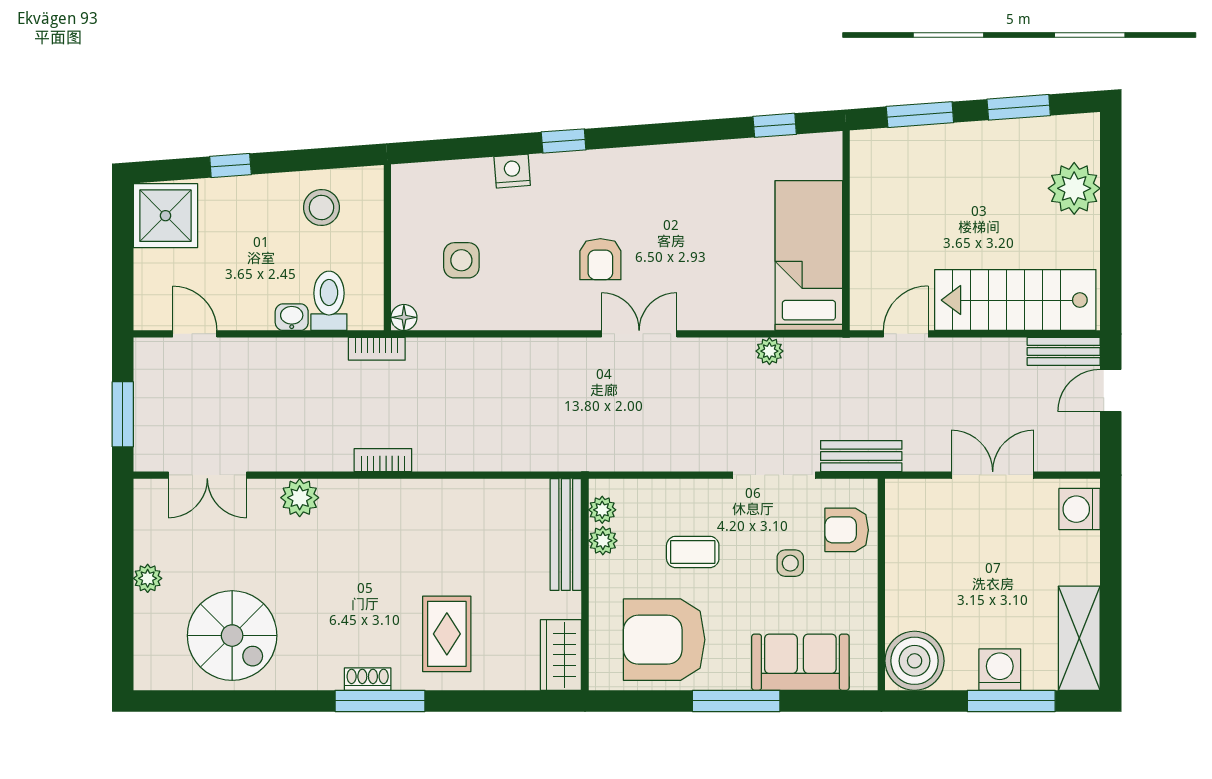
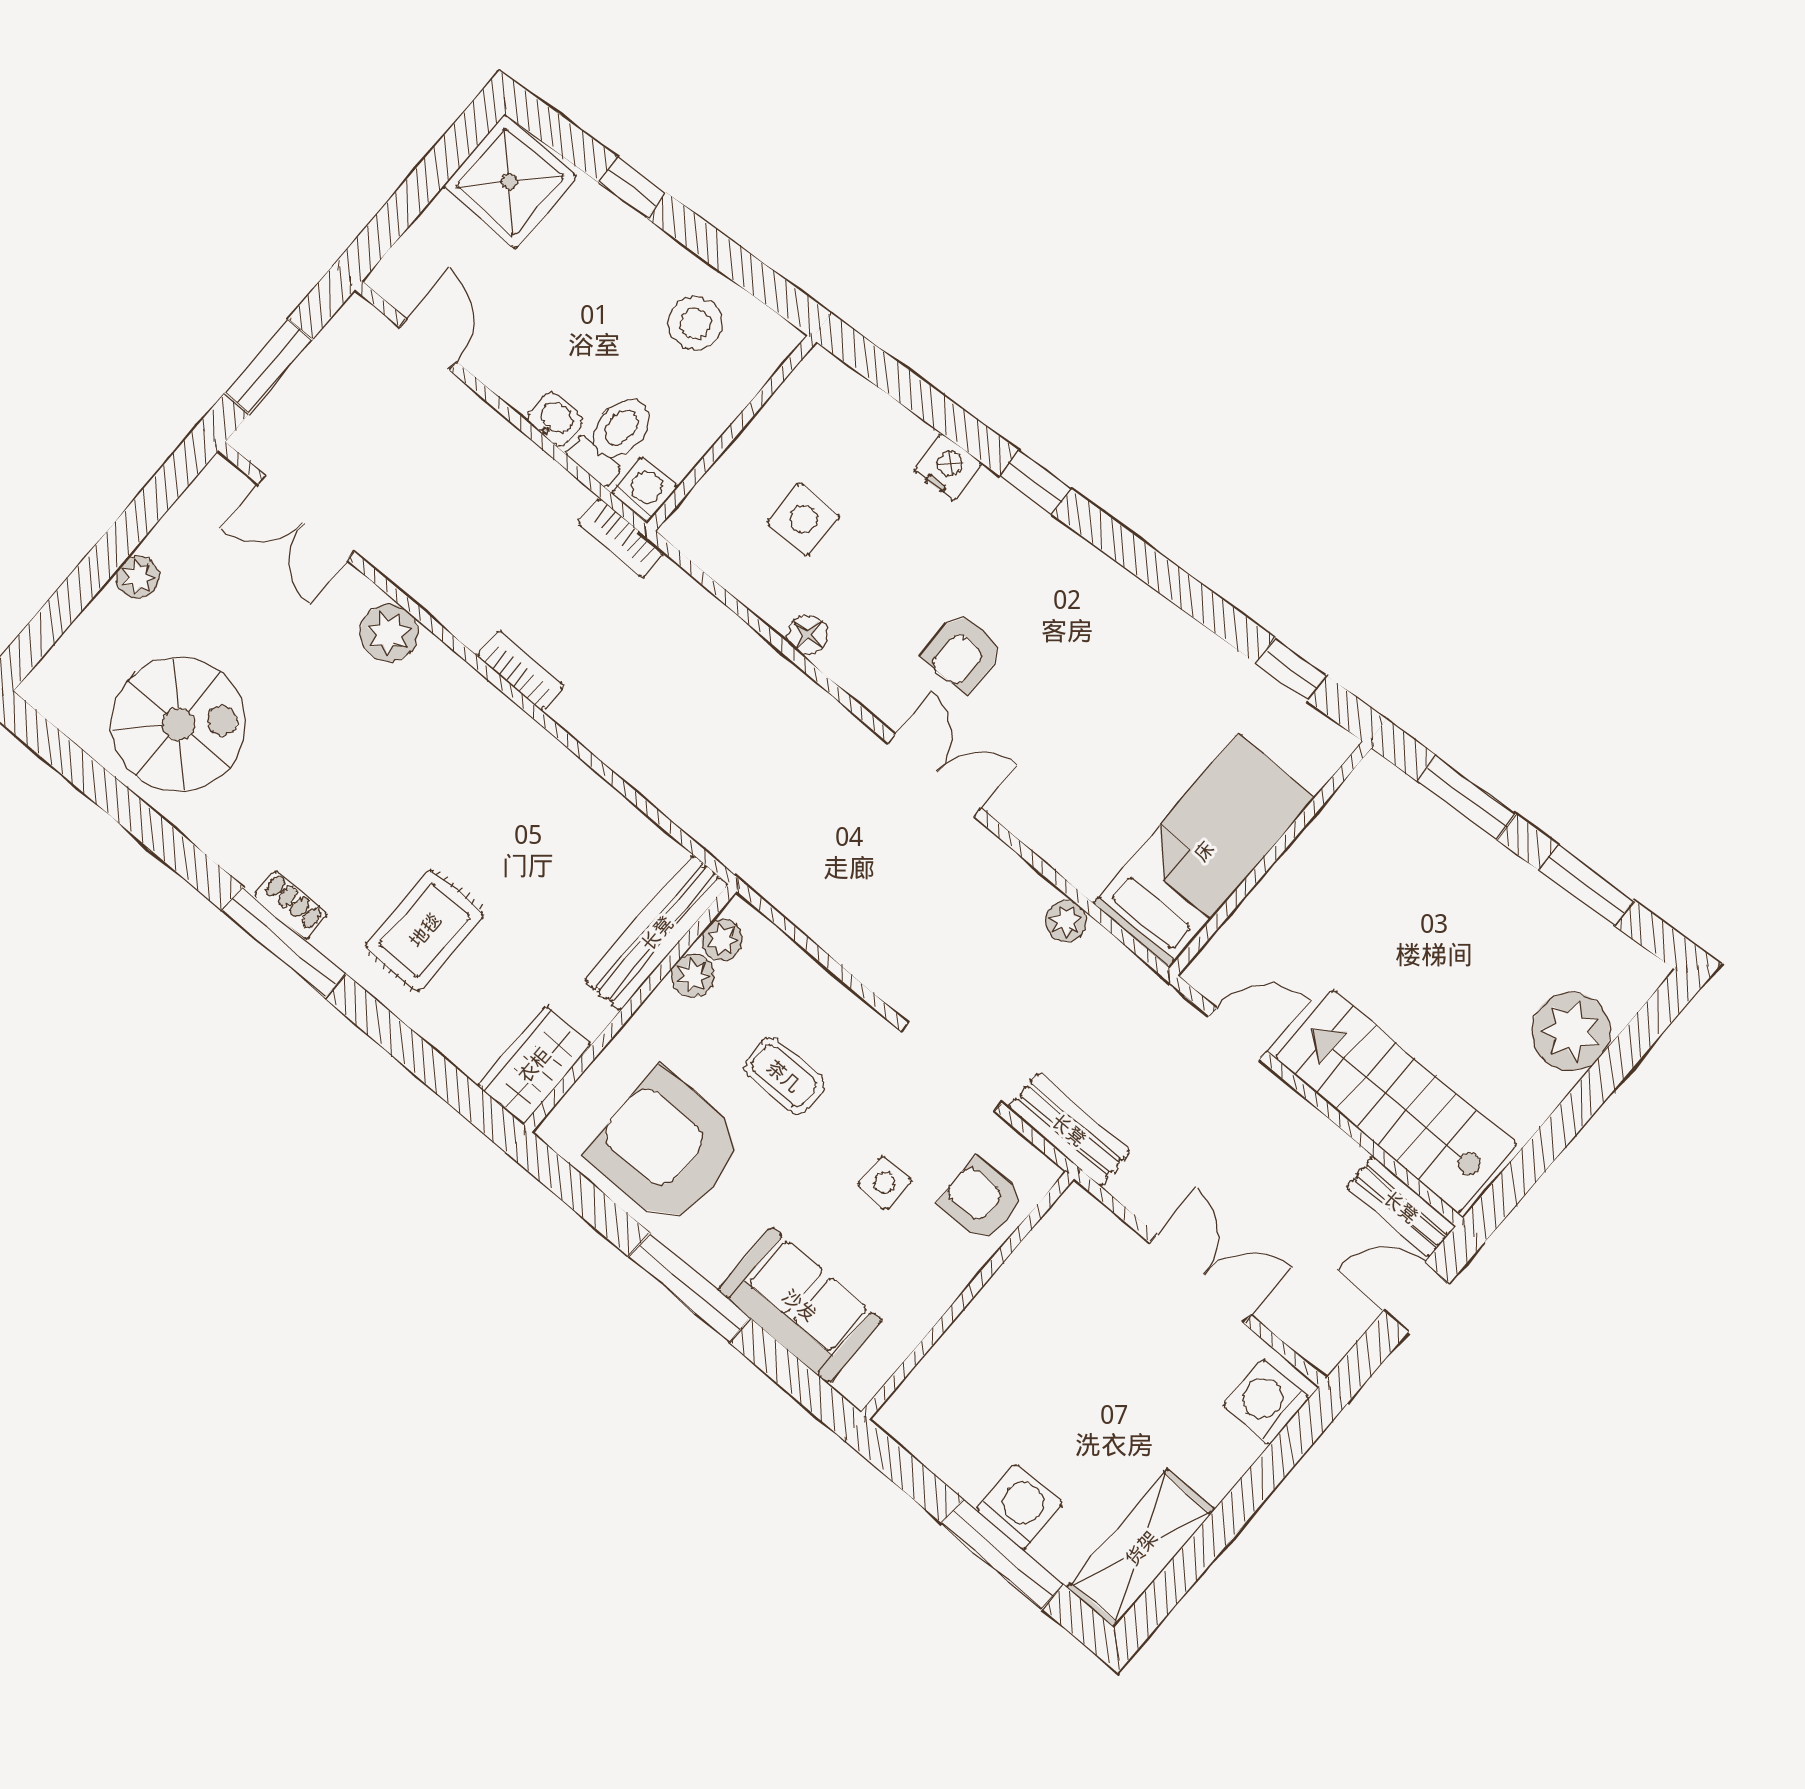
washing machine: (368, 314) -> (644, 490), added
floor lamp: (404, 317) -> (807, 635), moved
spiral stairs: (232, 636) -> (179, 724), turned -90
boiler: (915, 661) -> (931, 1414), removed

